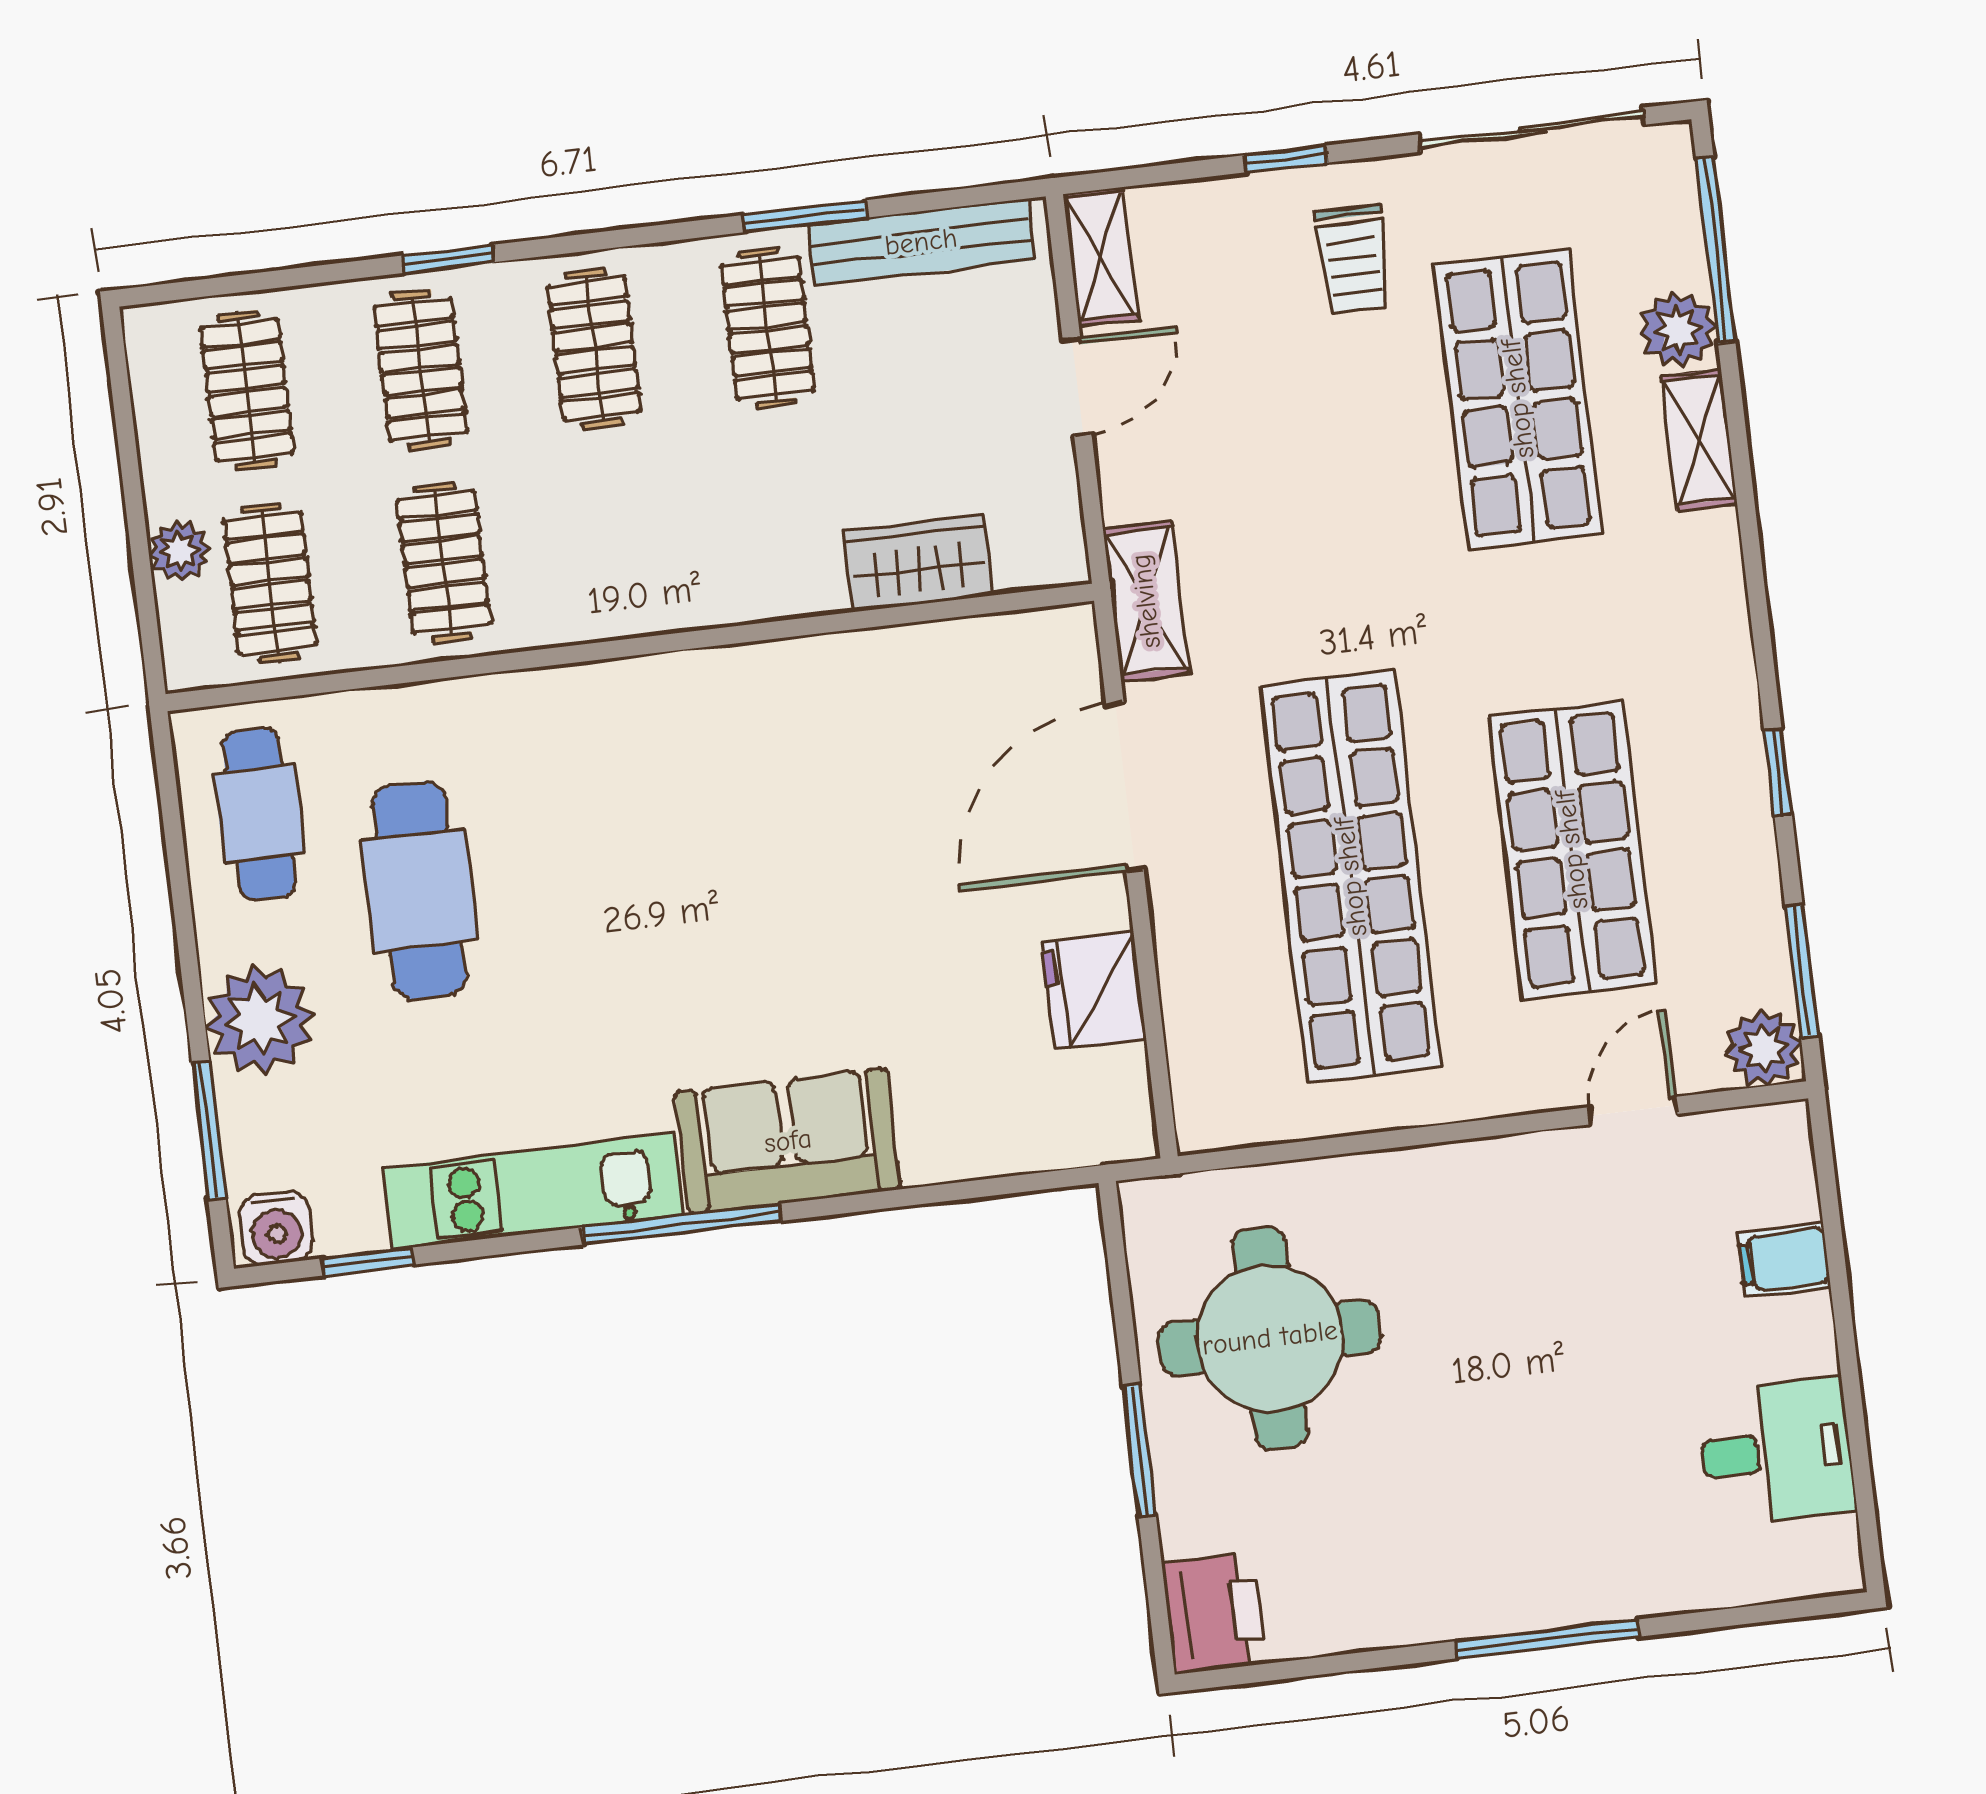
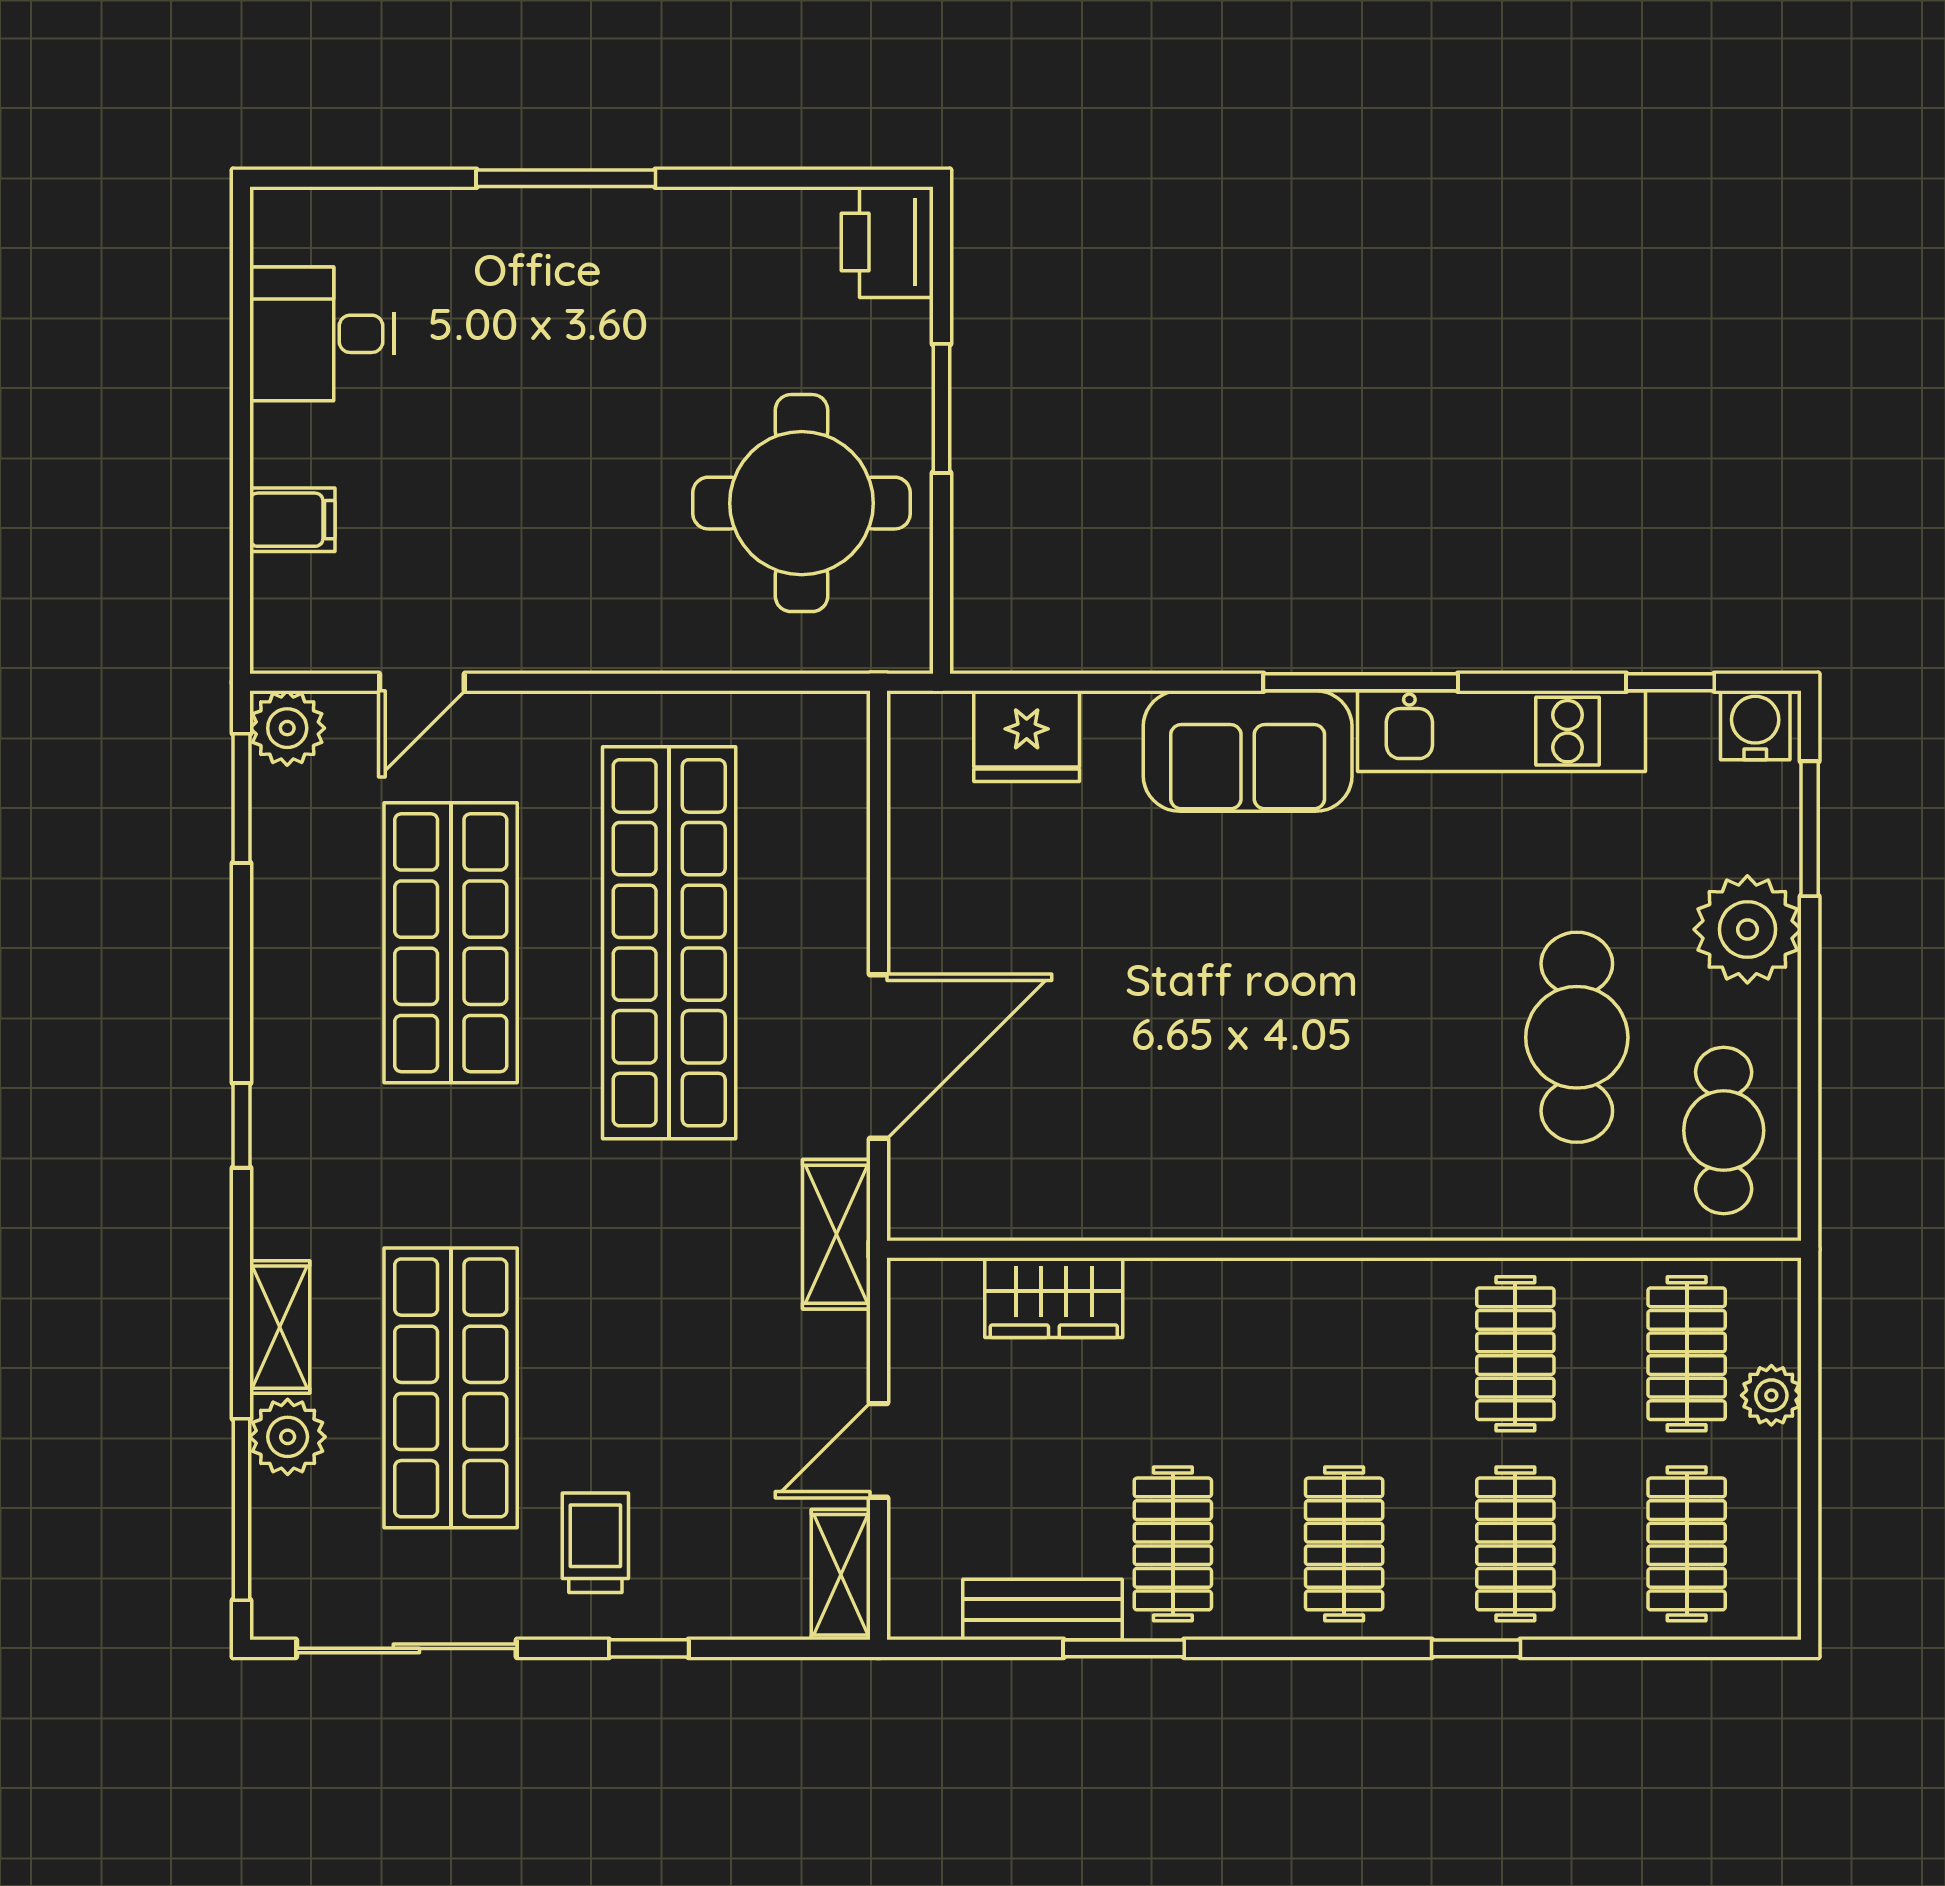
bench: (921, 242) -> (1043, 1610), width x0.73
window: (1778, 772) -> (241, 1125), moved
fridge: (1094, 991) -> (1027, 736), moved, turned 90

